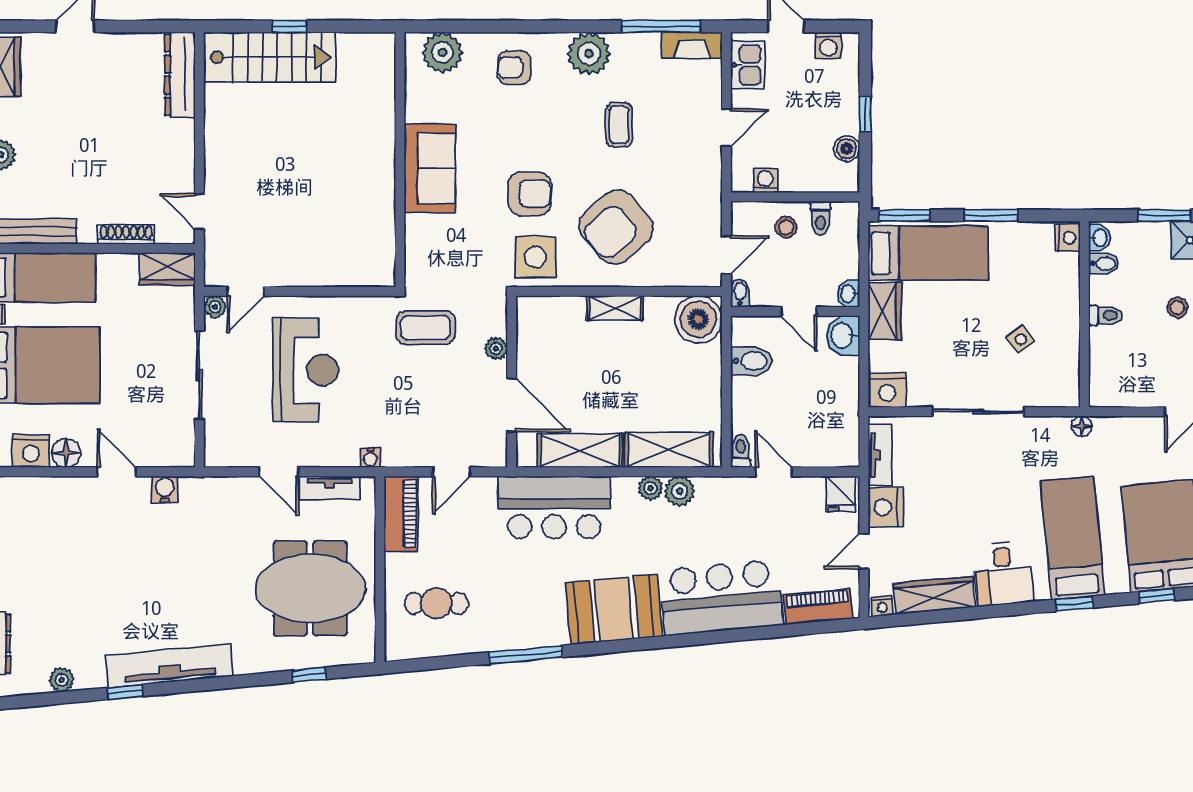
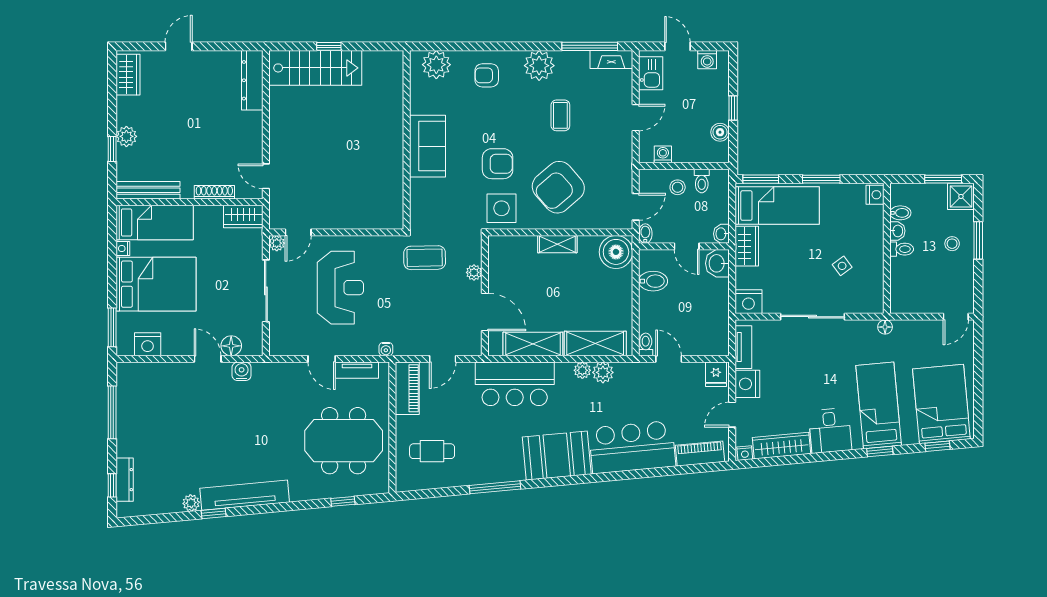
washbasin: (1099, 238) -> (897, 231), moved
floor lamp: (66, 453) -> (231, 346), moved
plant: (62, 680) -> (191, 503), moved

